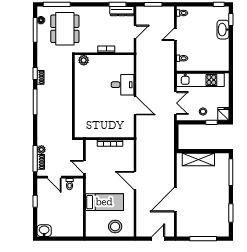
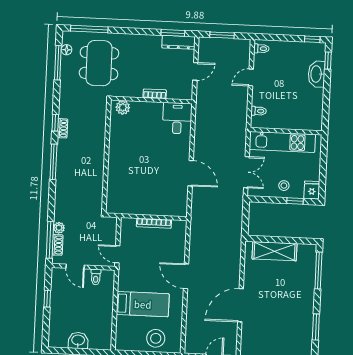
desk: (123, 85) -> (177, 118), moved, turned -90
washbasin: (44, 231) -> (78, 341), moved

